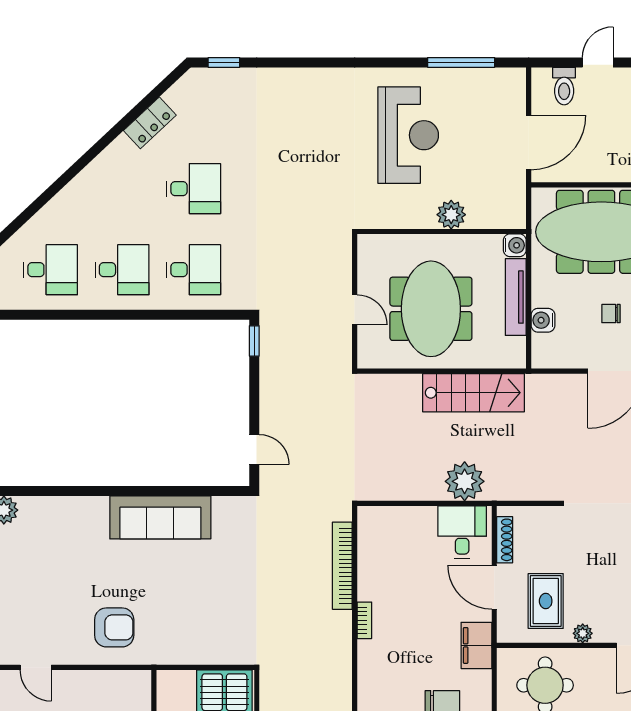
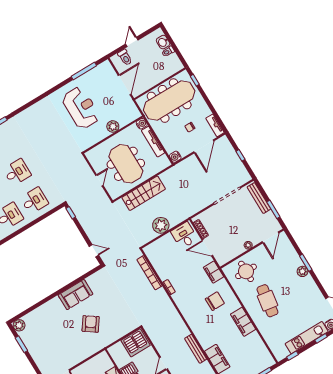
door: (355, 310) -> (99, 180), hinge flipped
water cooler: (543, 320) -> (175, 157), moved
stairs: (473, 393) -> (144, 193), moved
plant: (465, 481) -> (161, 225), moved
sofa: (160, 517) -> (75, 295), width x0.73
rug: (546, 601) -> (228, 242), removed
armchair: (114, 627) -> (91, 324), moved, turned -55

